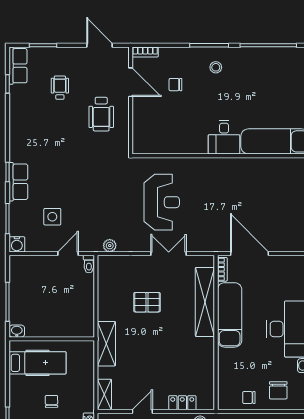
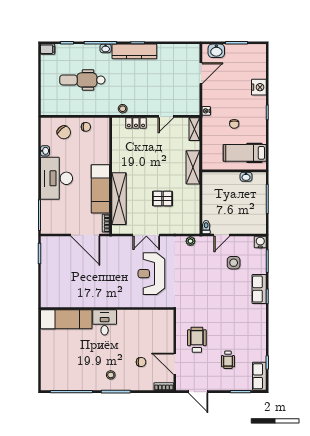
washbasin: (17, 331) -> (246, 177), moved
chair: (278, 390) -> (64, 132), turned 140

